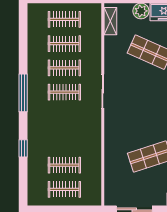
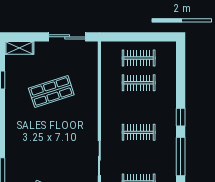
clothes rail: (64, 92) -> (139, 132), moved
window: (23, 148) -> (181, 117), moved

